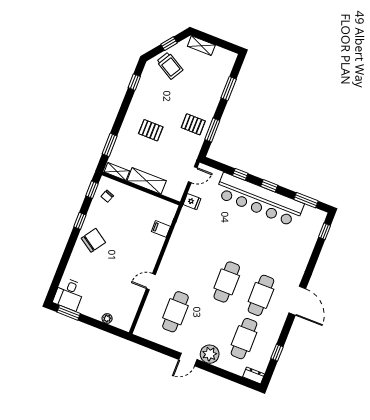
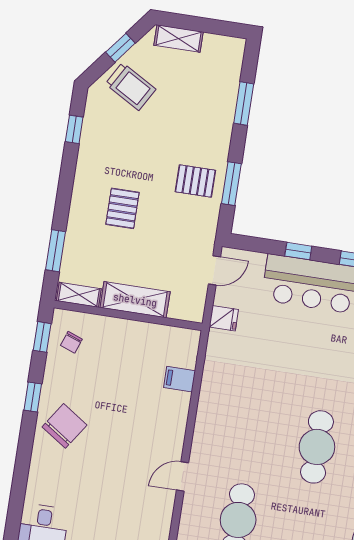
pallet: (151, 130) -> (122, 208), turned 90

